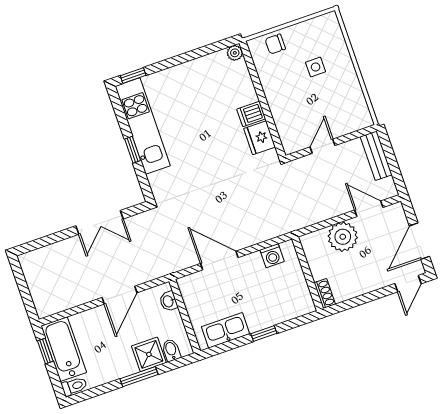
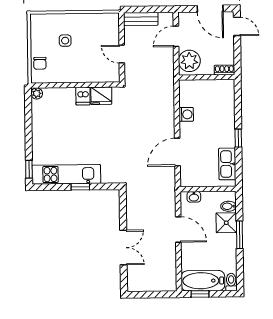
double door: (100, 222) -> (123, 248), moved
wall: (307, 274) -> (207, 77), moved
shoe rack: (325, 293) -> (224, 70), moved

